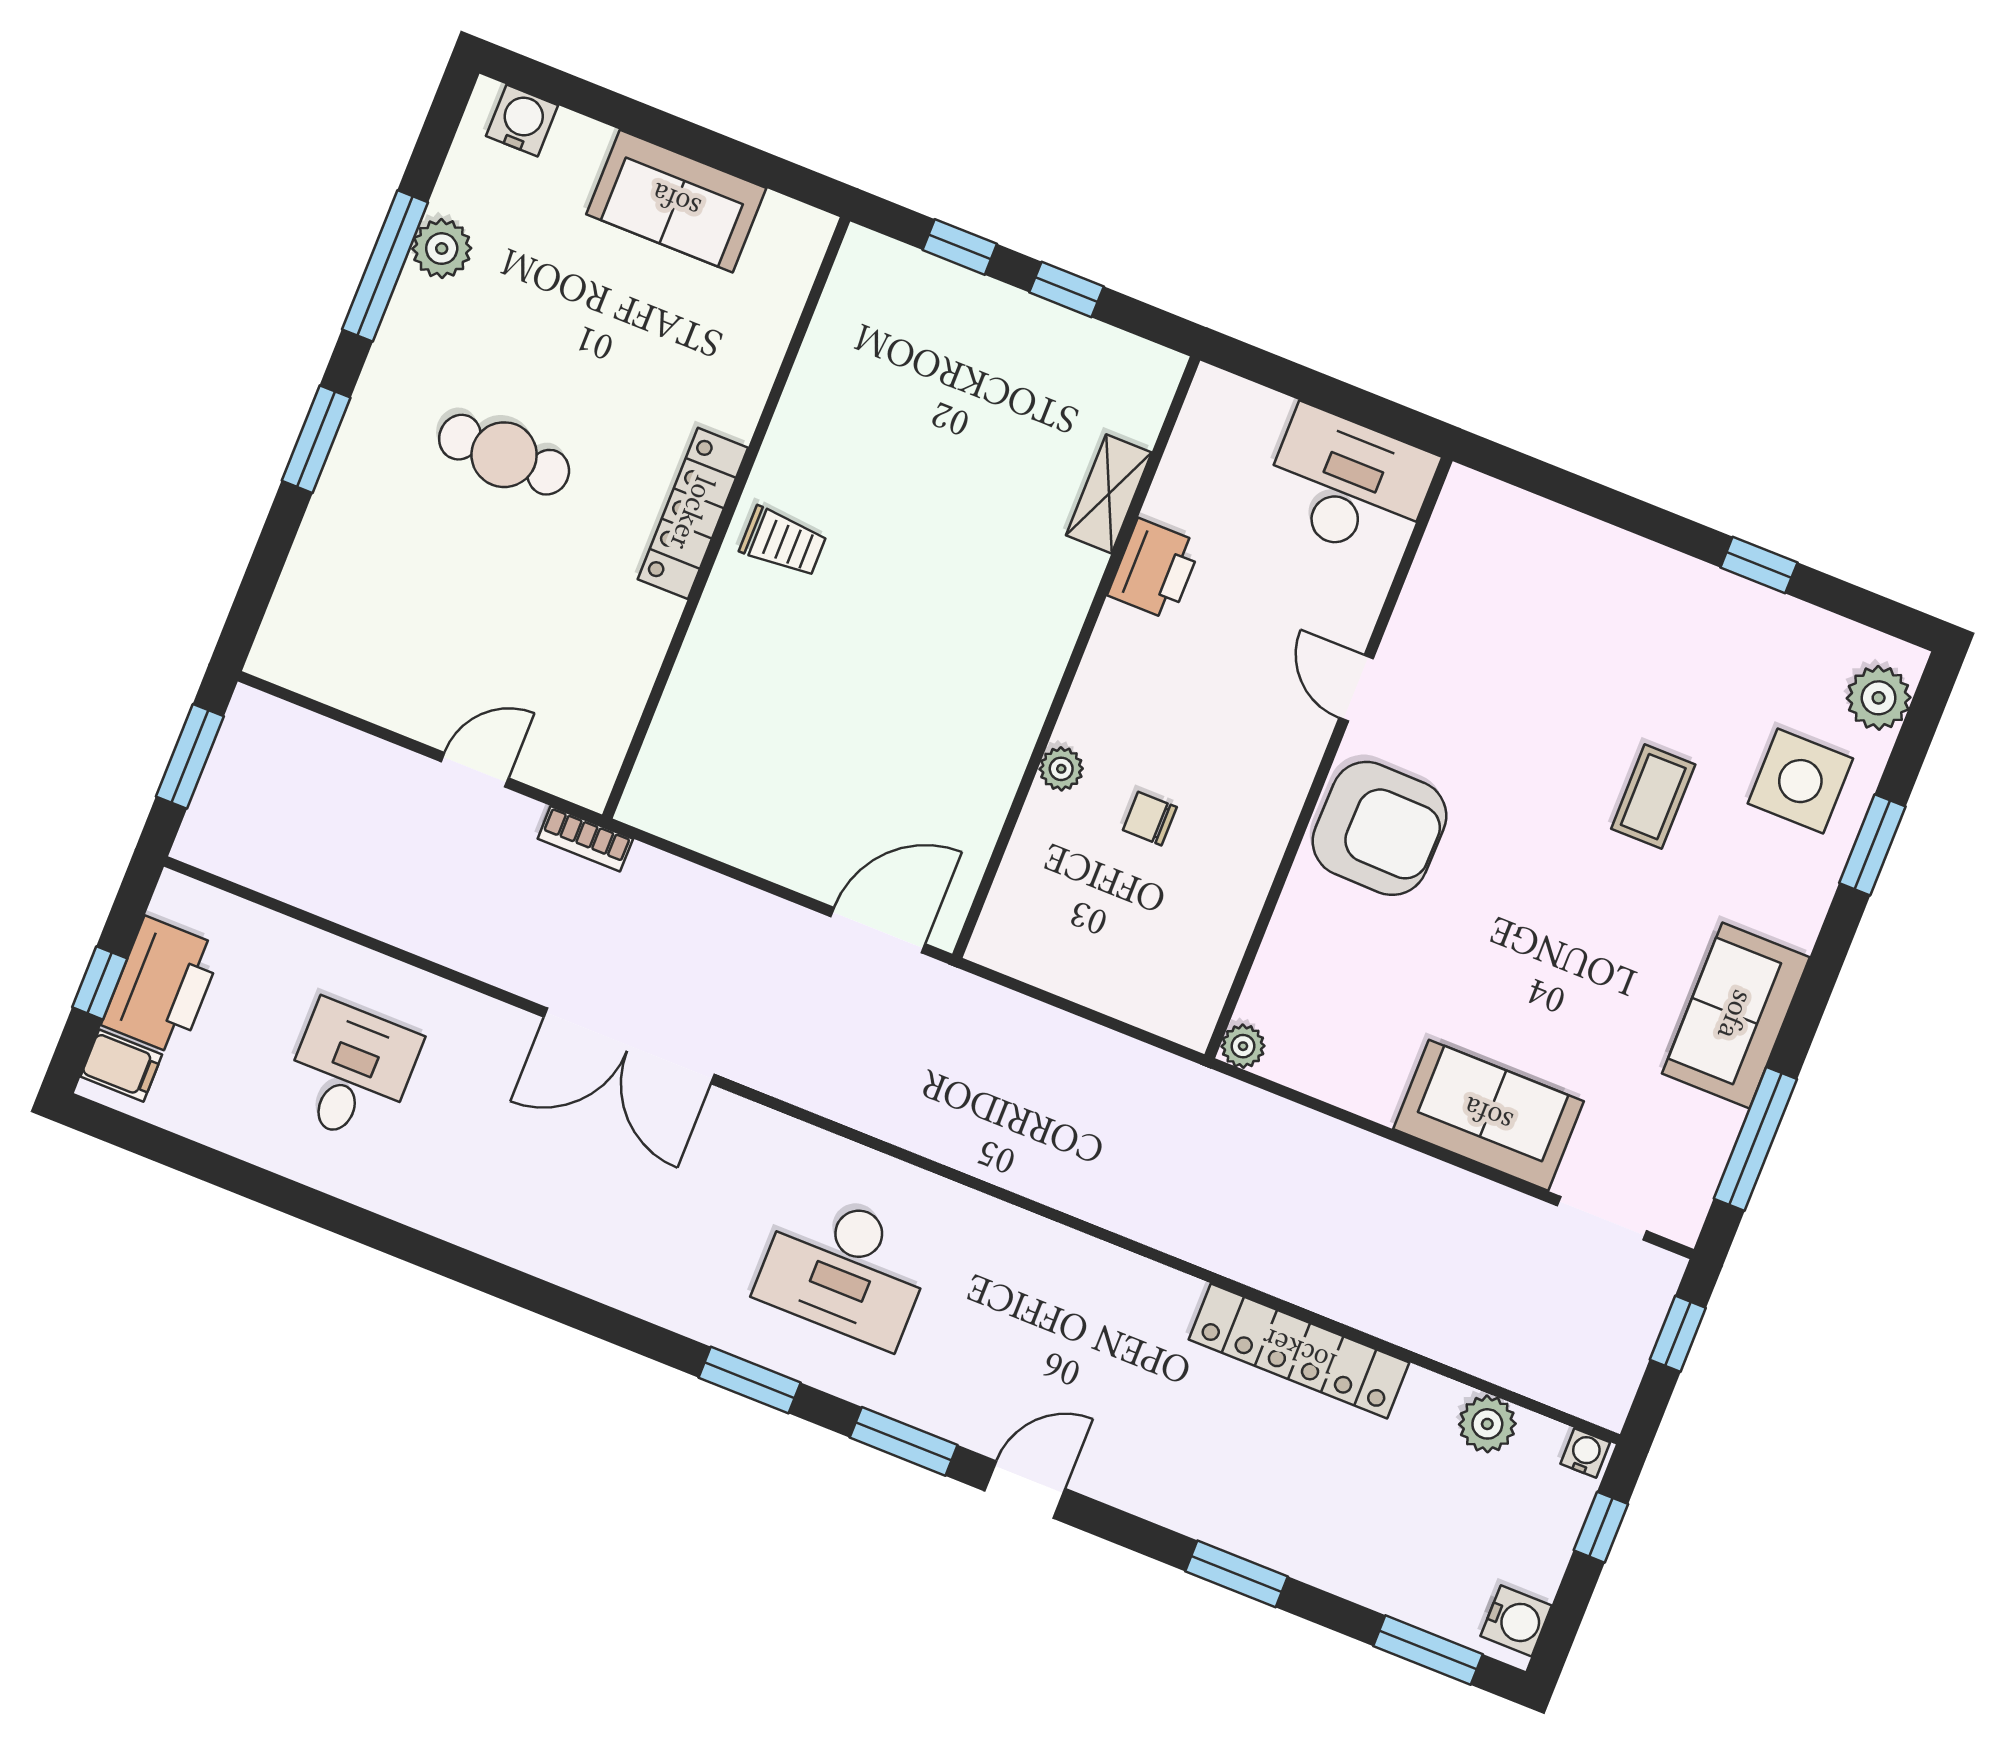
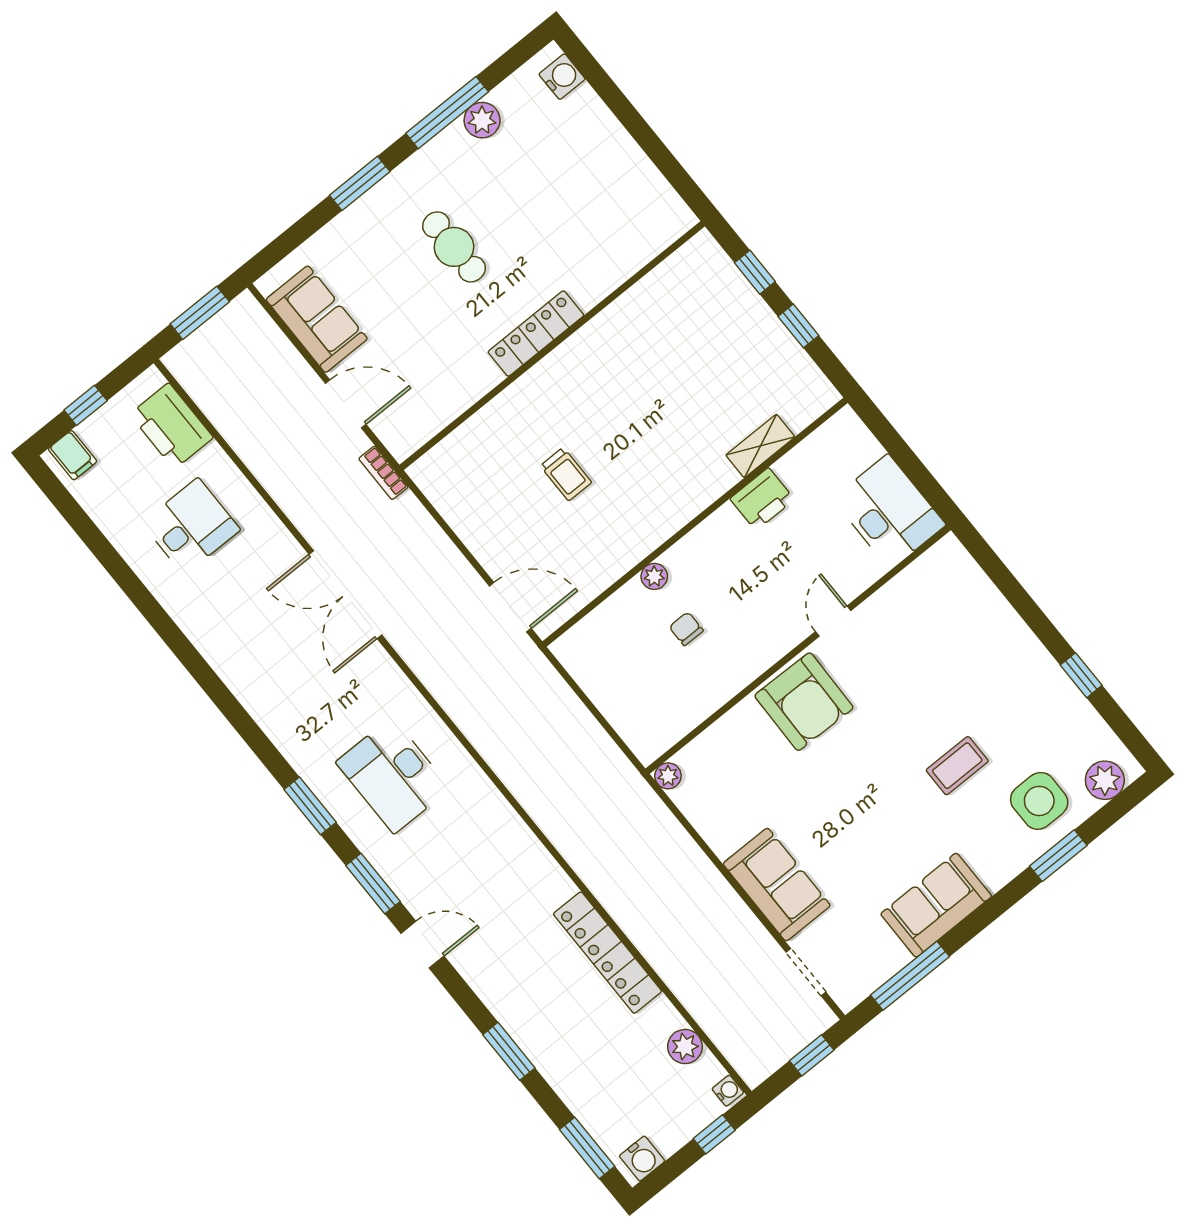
sofa: (676, 201) -> (317, 319), moved, turned 180
trolley: (783, 542) -> (566, 474), moved
door: (475, 770) -> (346, 404), width x1.38
printer: (162, 986) -> (171, 426), moved, turned 90

